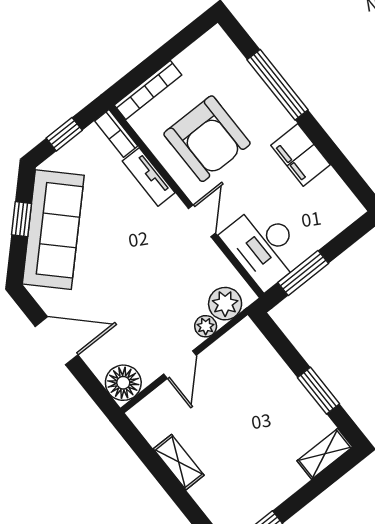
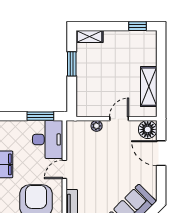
plant: (225, 304) -> (81, 129), removed
door: (57, 341) -> (161, 153), moved
shelving: (179, 462) -> (149, 87), width x1.50, depth x1.33

